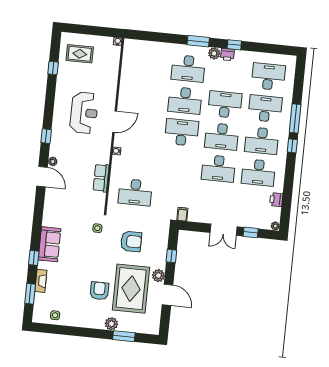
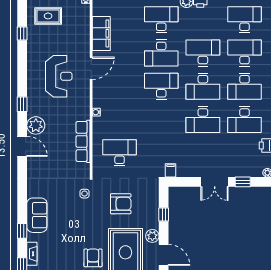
desk: (188, 68) -> (161, 20), turned 180
filing cabinet: (129, 76) -> (101, 33), added
door: (115, 122) -> (91, 68), moved
plant: (53, 161) -> (36, 125), width x1.88, depth x1.88
row of seats: (101, 178) -> (83, 141), width x1.48
desk: (135, 192) -> (120, 153), turned 180

